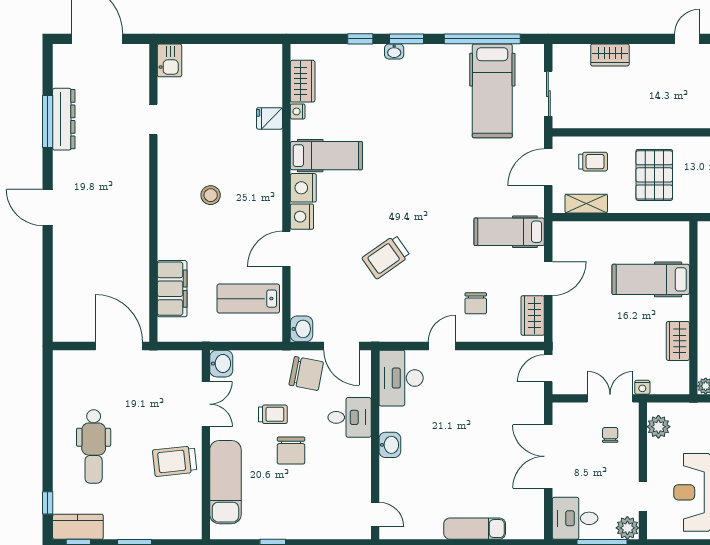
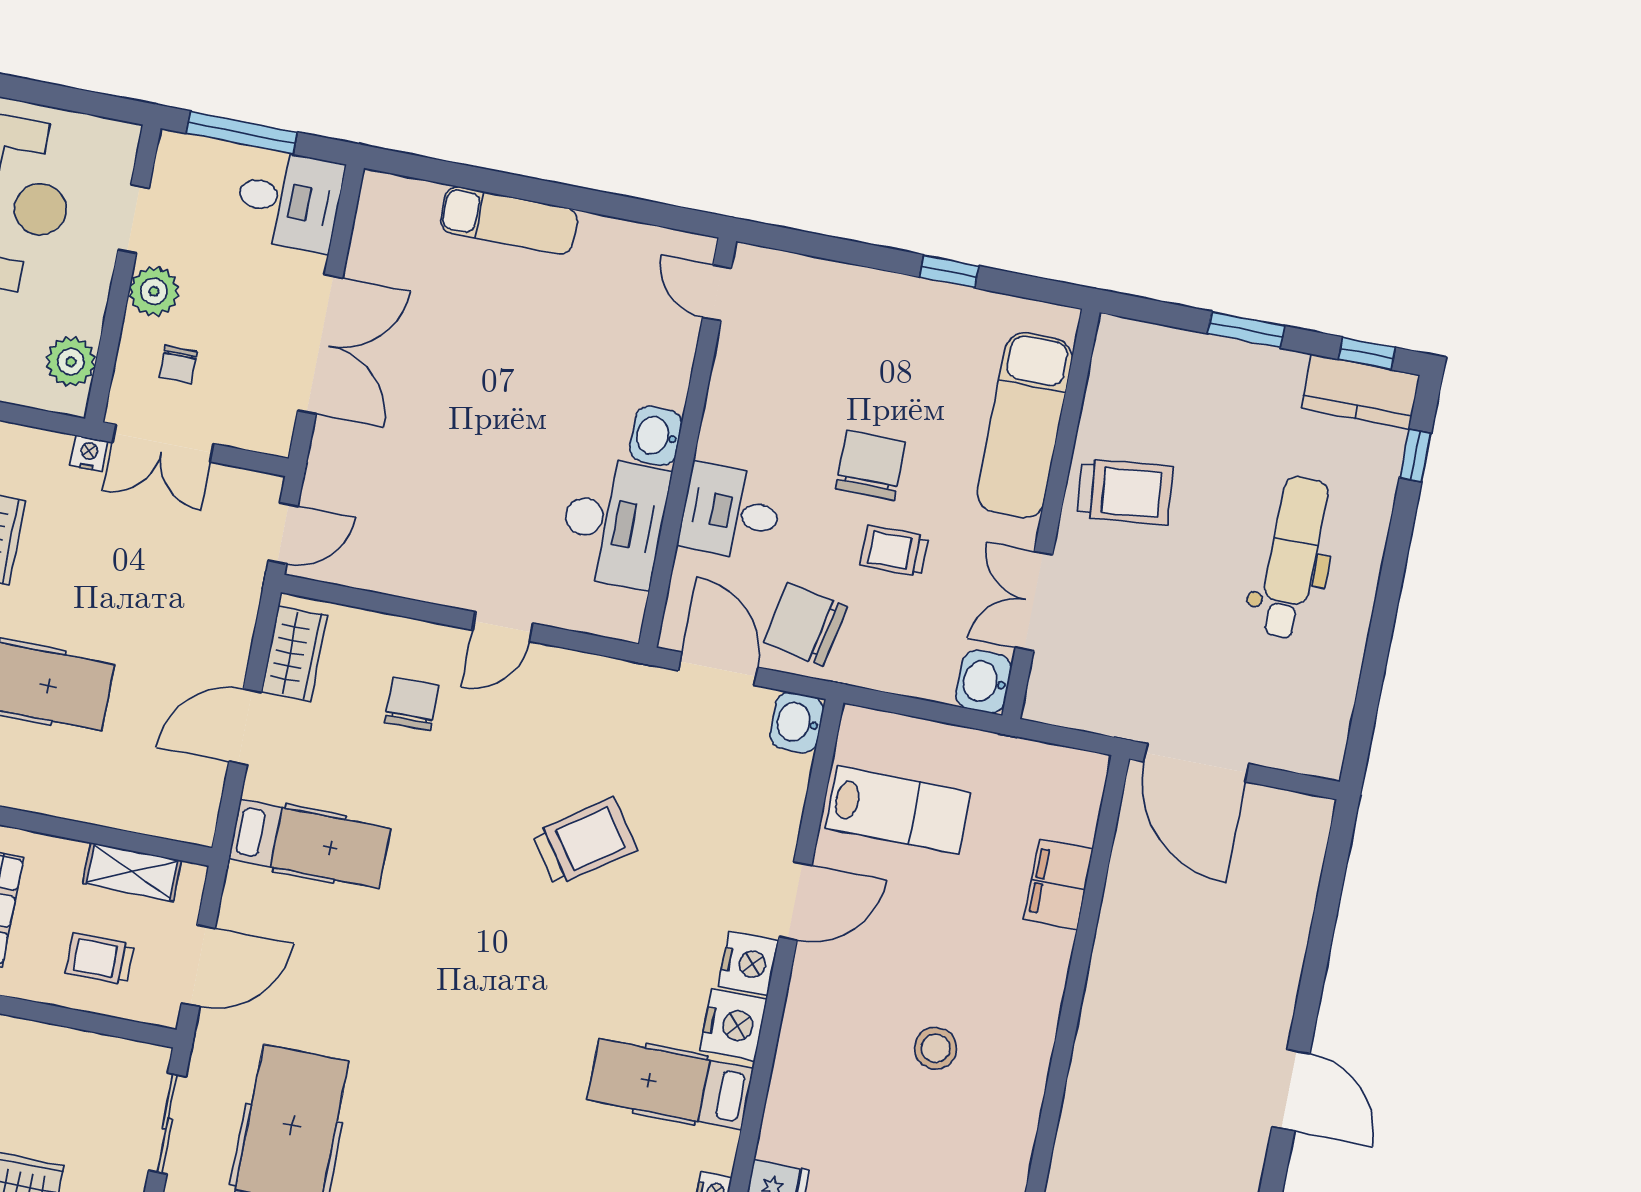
filing cabinet: (172, 289) -> (1058, 884), width x0.67, depth x0.86
desk: (401, 378) -> (614, 522), moved
plant: (627, 528) -> (154, 291), moved

